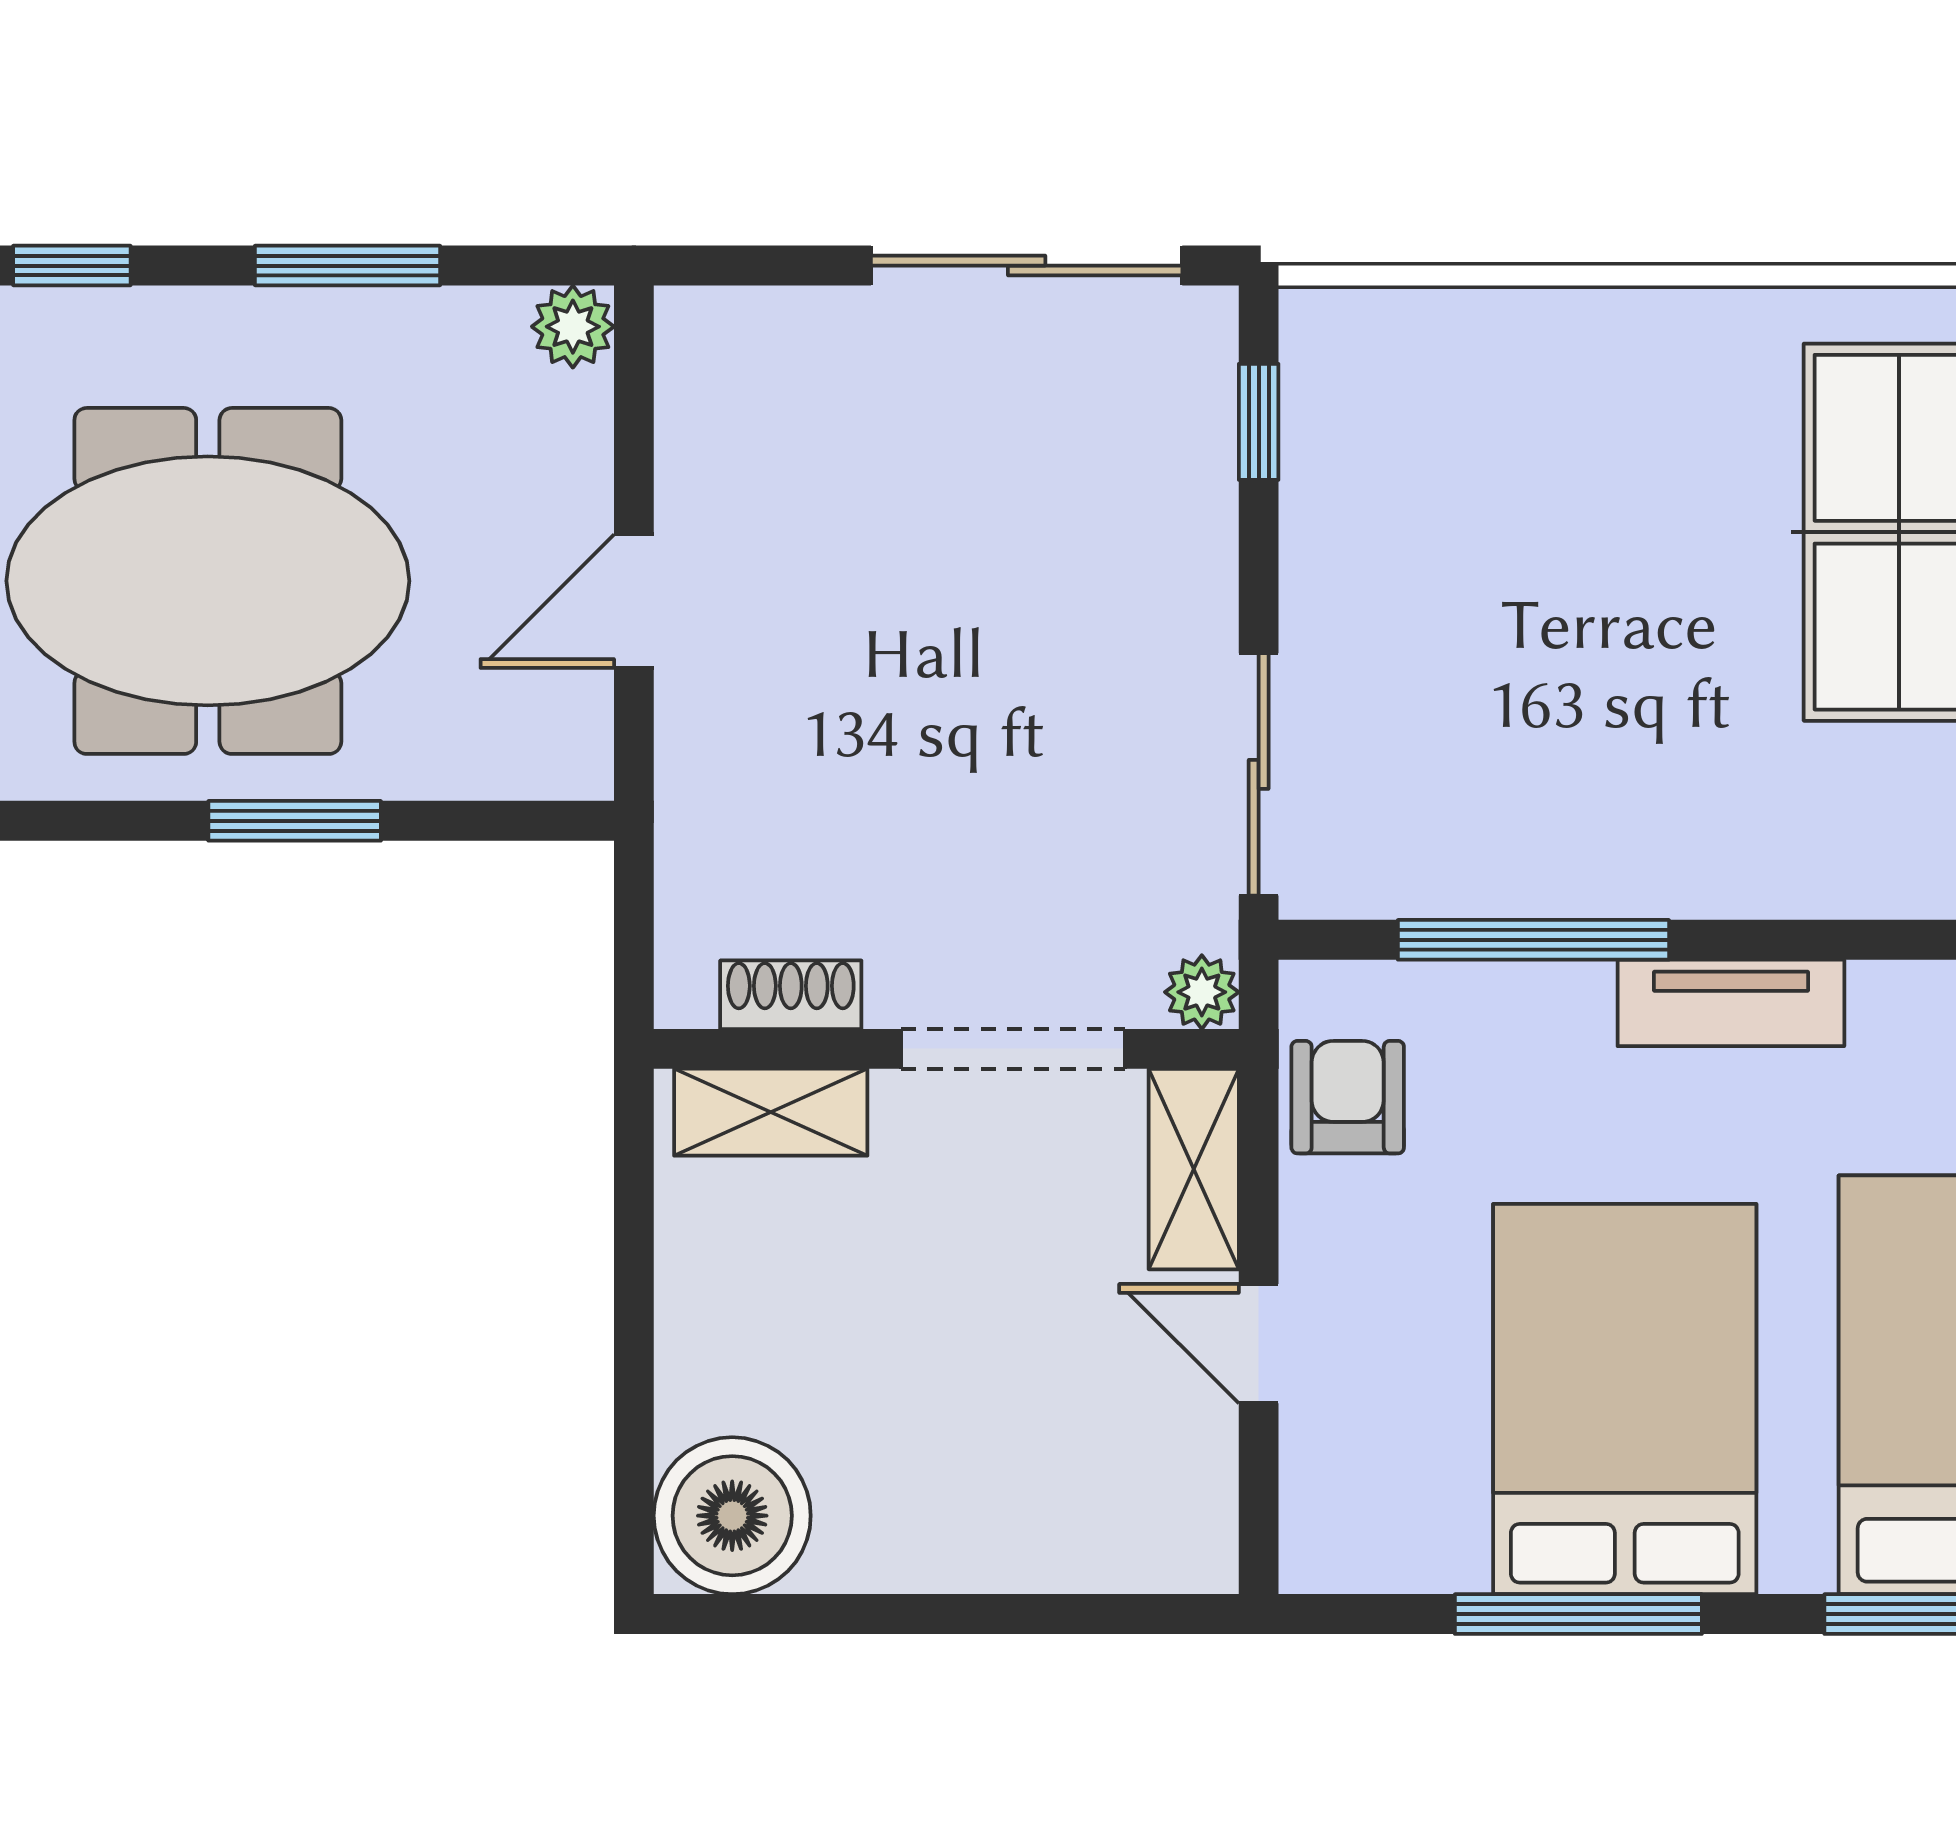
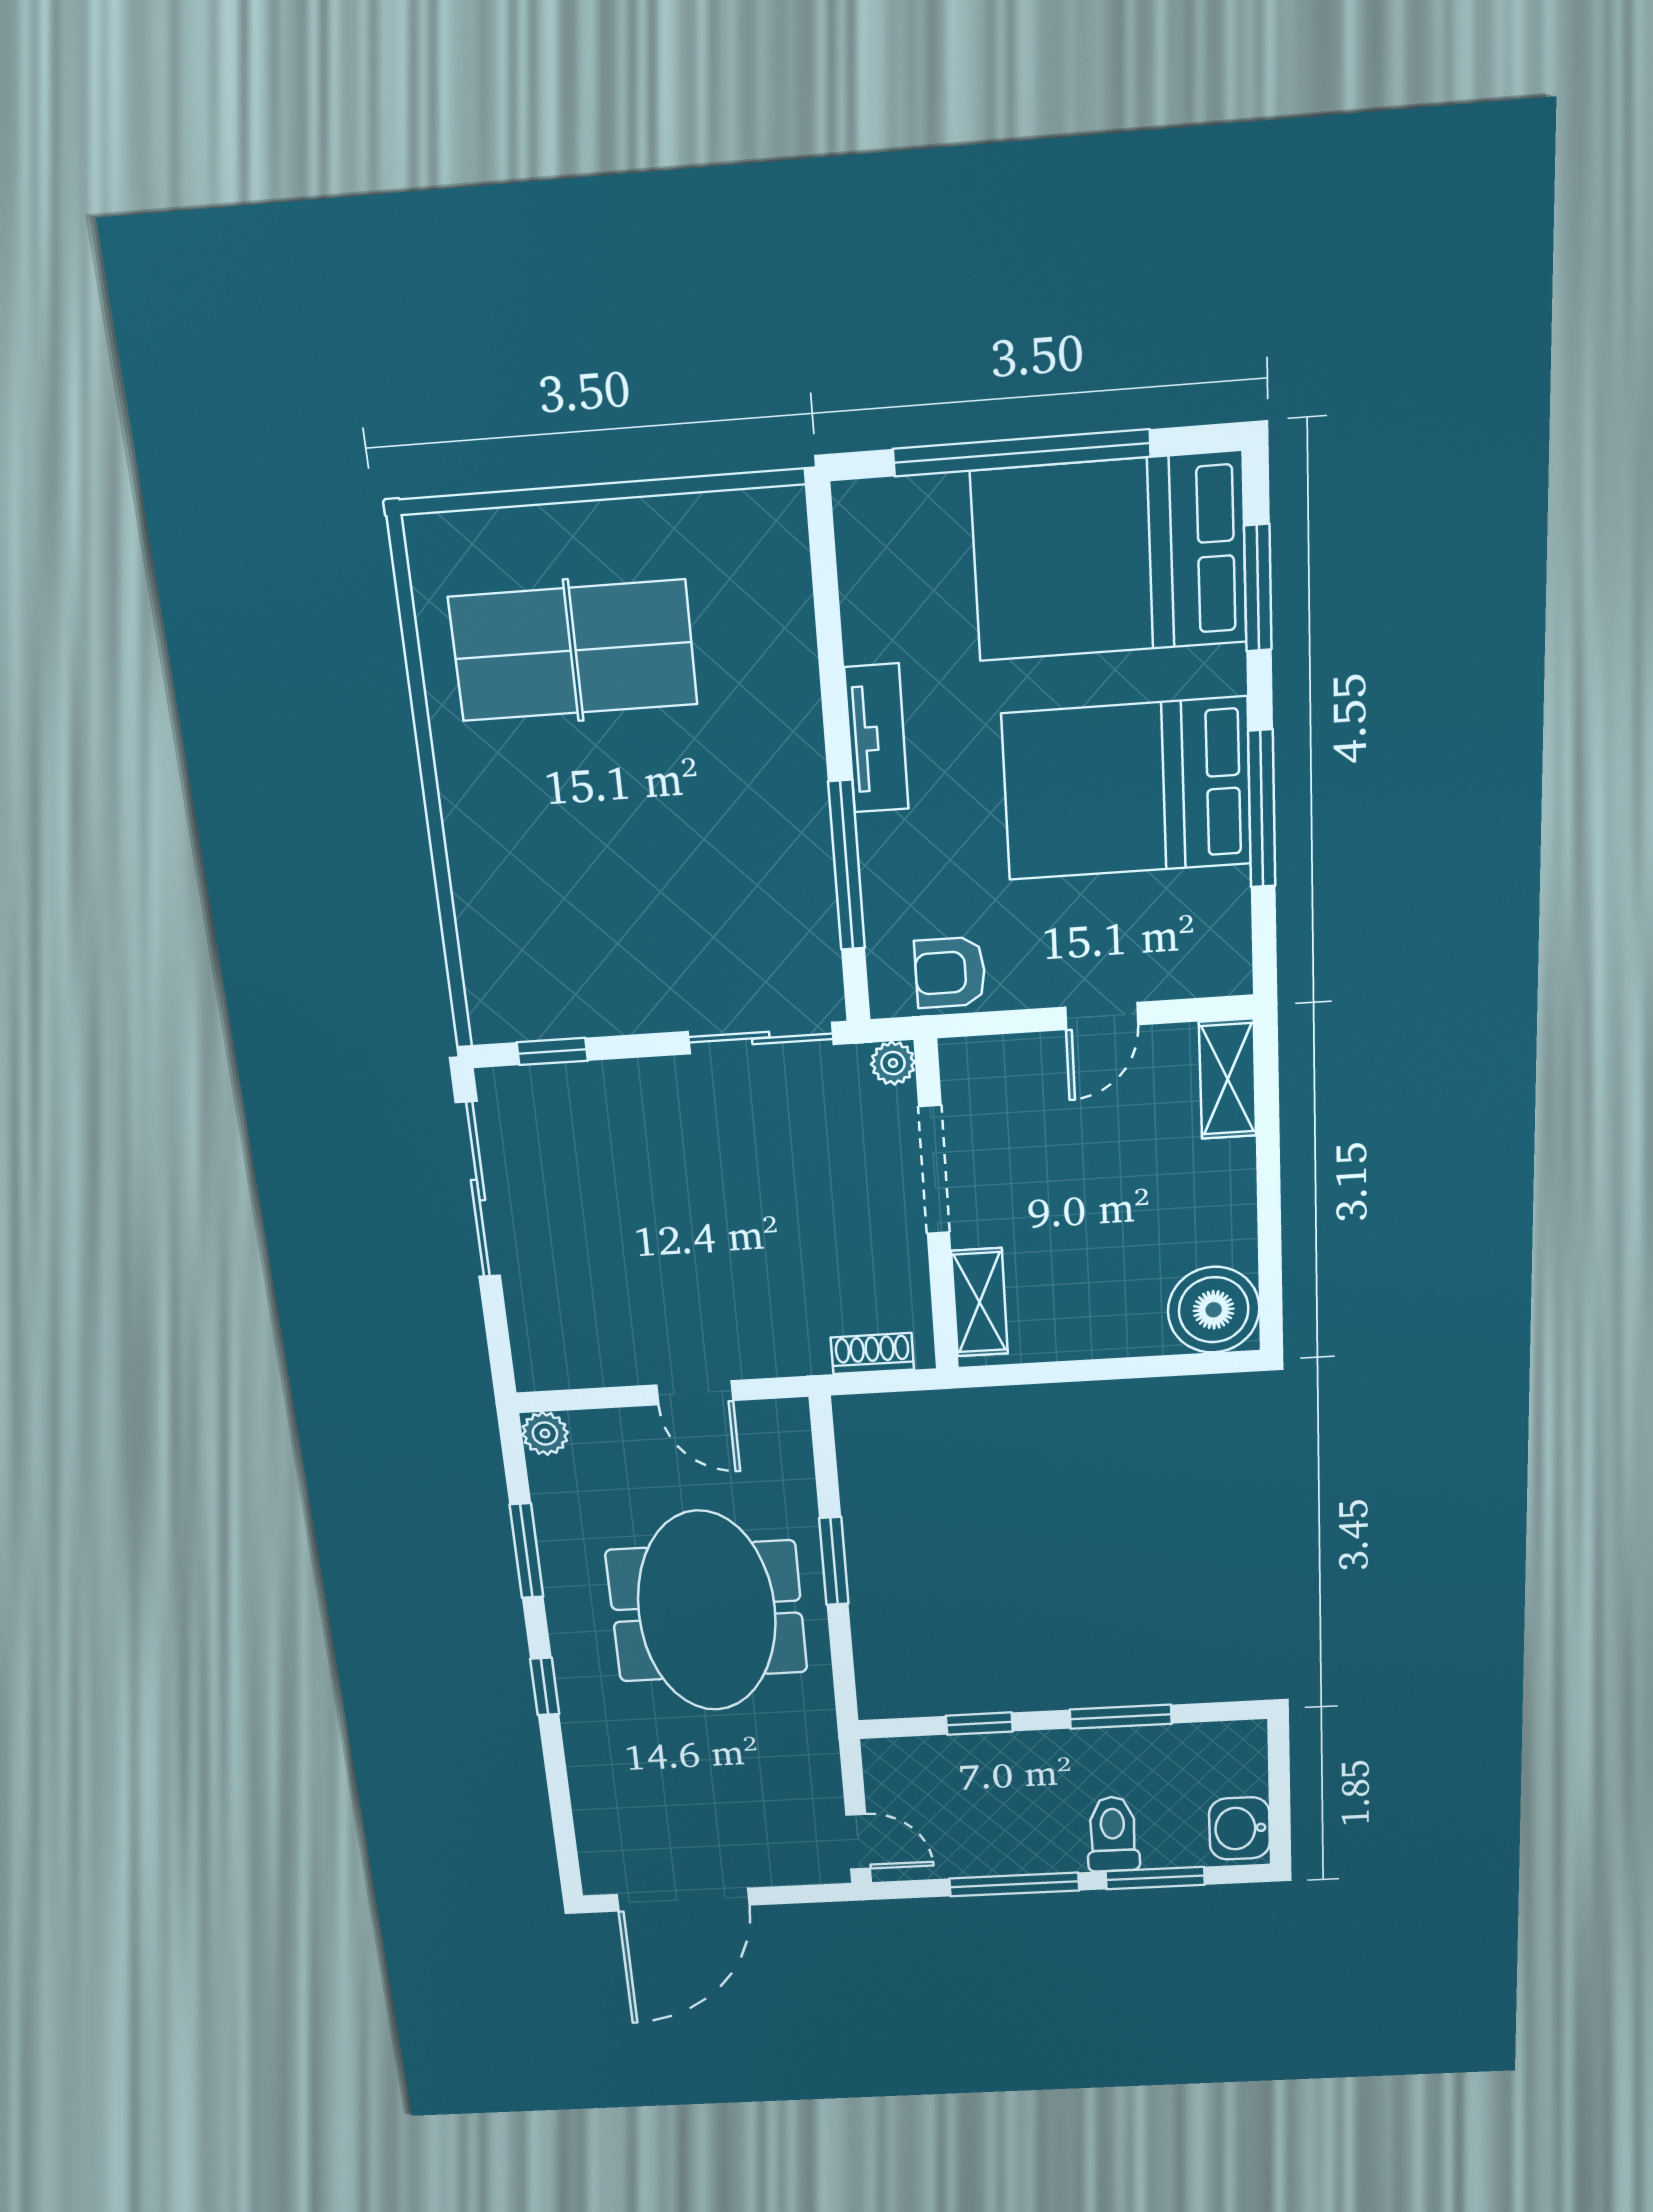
shoe rack: (791, 995) -> (872, 1354), moved, turned 90
shelving: (1194, 1169) -> (1228, 1079), moved, turned 90

